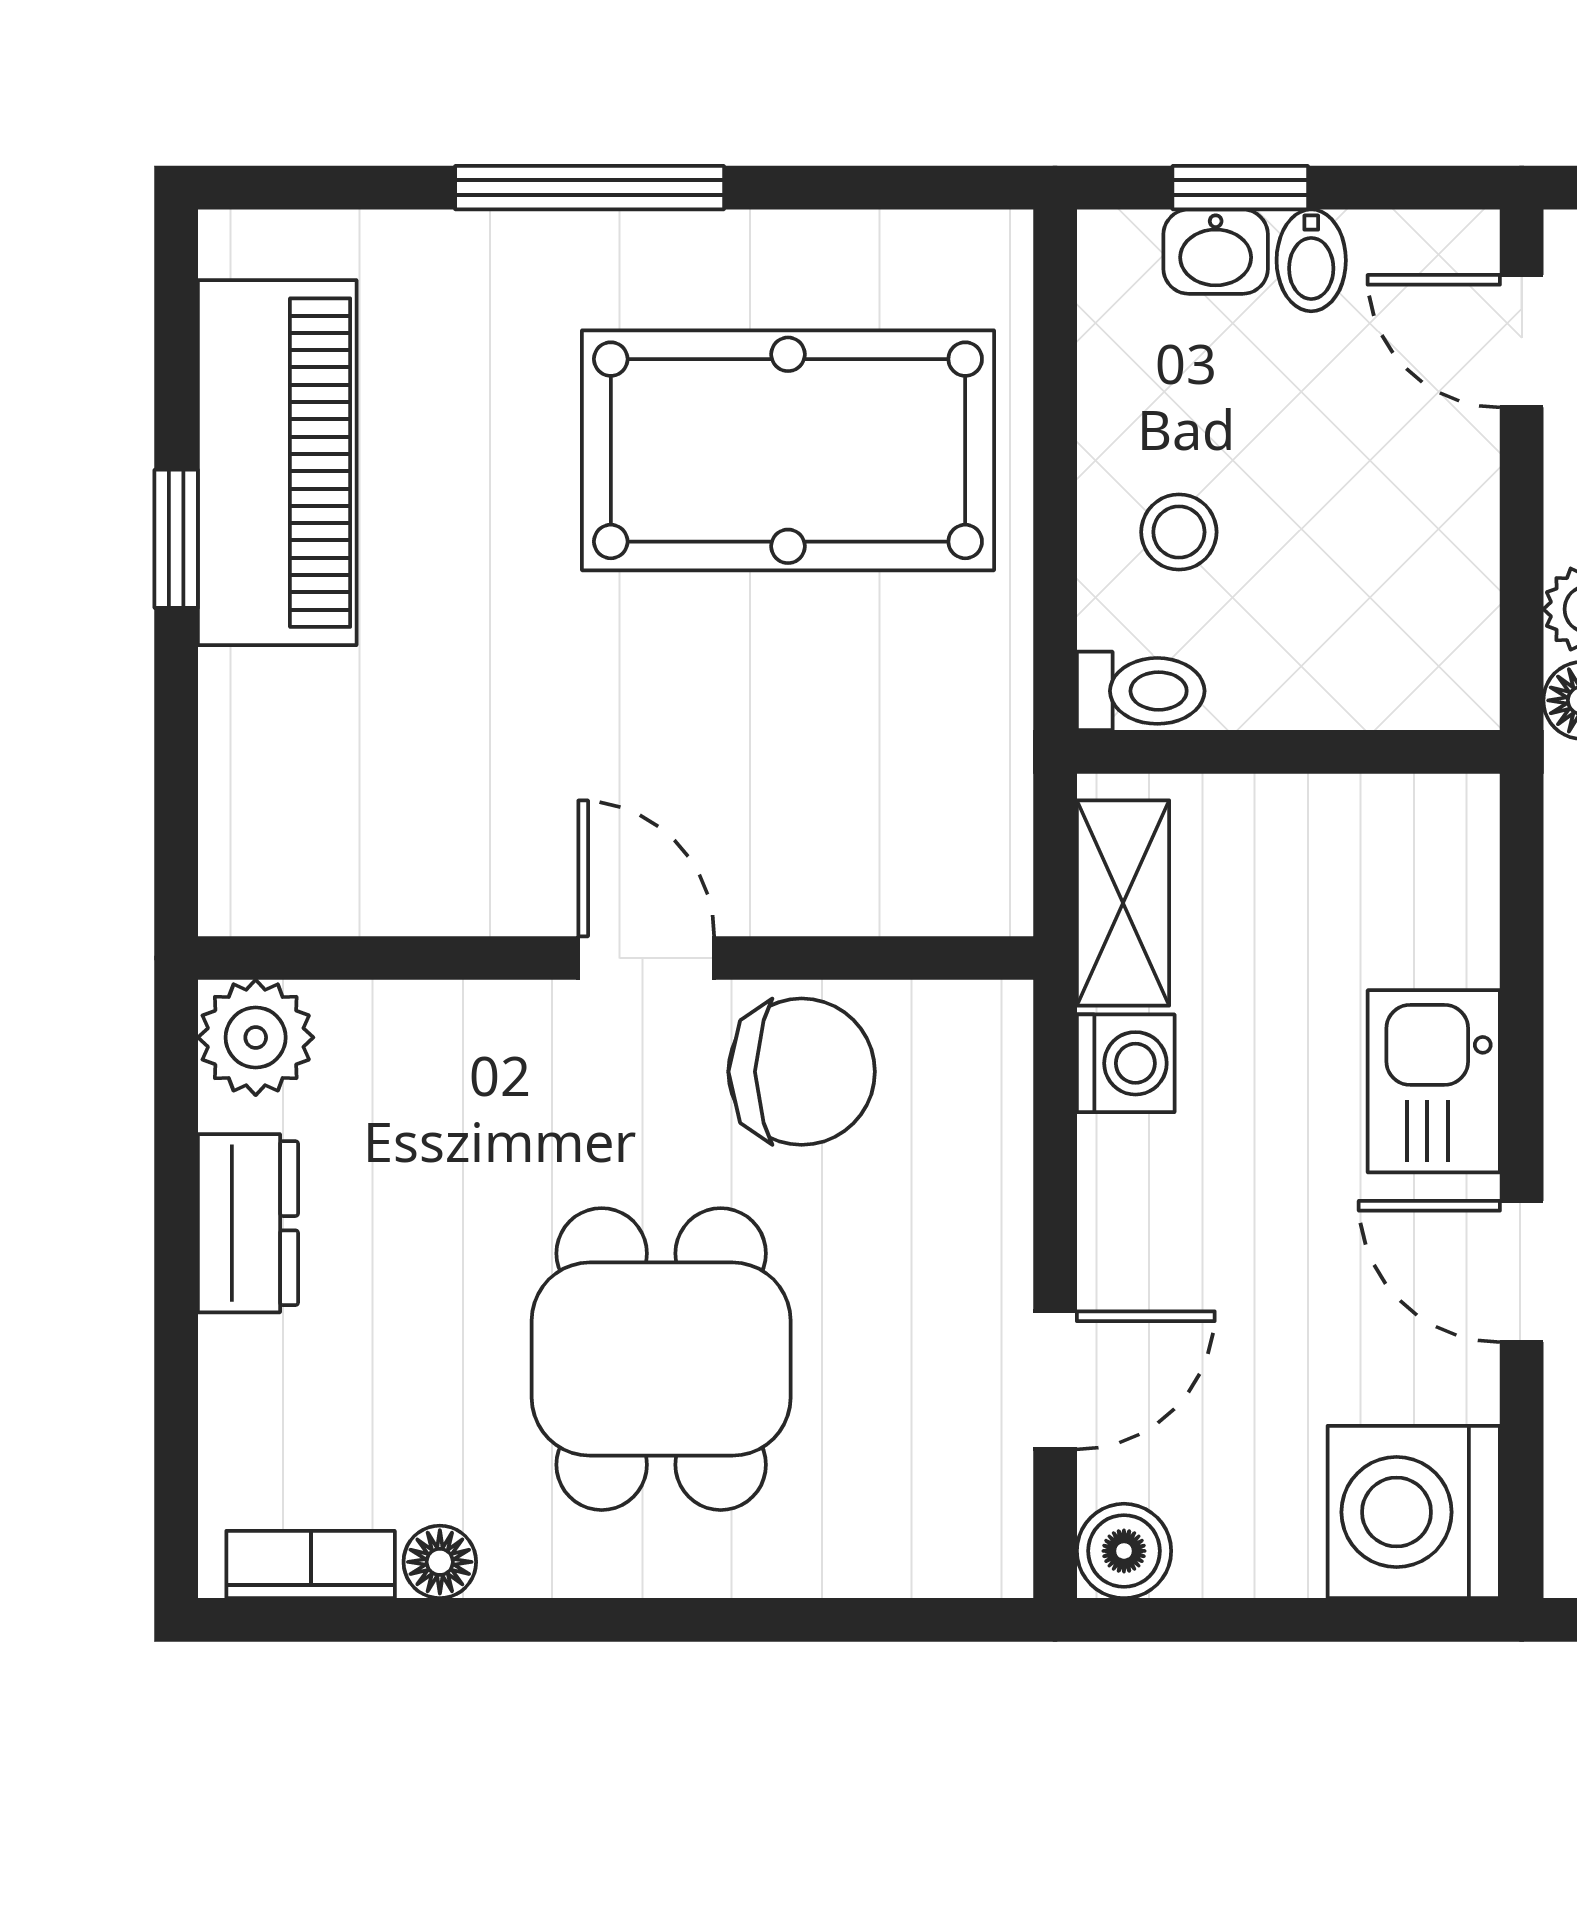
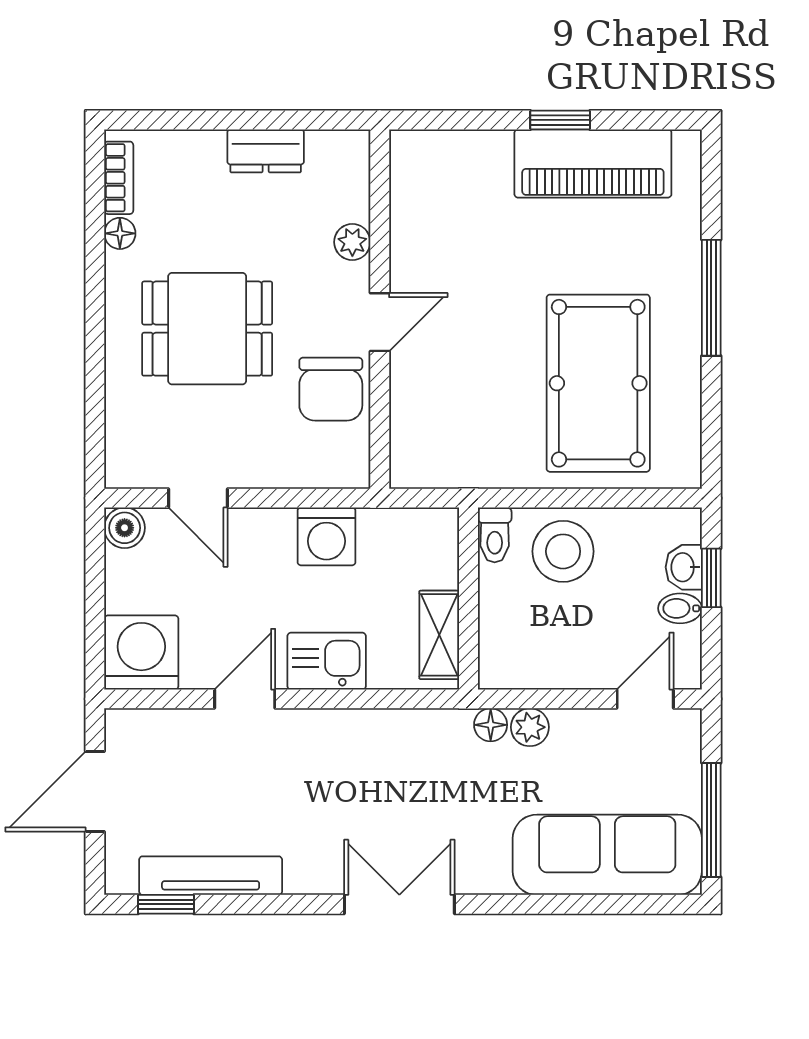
stool: (1179, 532) -> (563, 551), width x1.89, depth x1.89
shelving: (1123, 903) -> (439, 635), moved, turned 90
plant: (256, 1037) -> (352, 242), moved, width x0.73, depth x0.73
washing machine: (1126, 1063) -> (326, 536), width x1.38, depth x1.38

